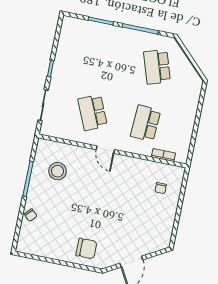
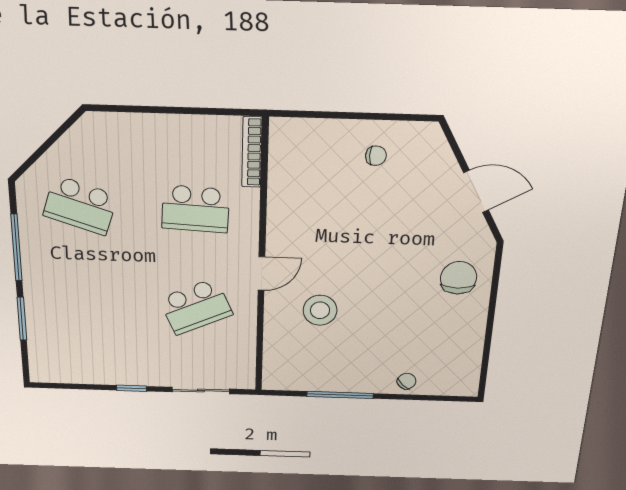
school desk: (157, 67) -> (80, 205), turned 36
bookcase: (163, 155) -> (252, 152), width x1.56
stool: (58, 171) -> (320, 310), moved
chair: (161, 188) -> (376, 156), moved

